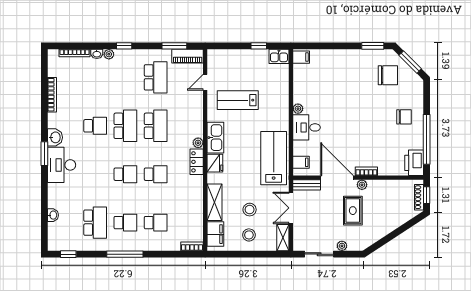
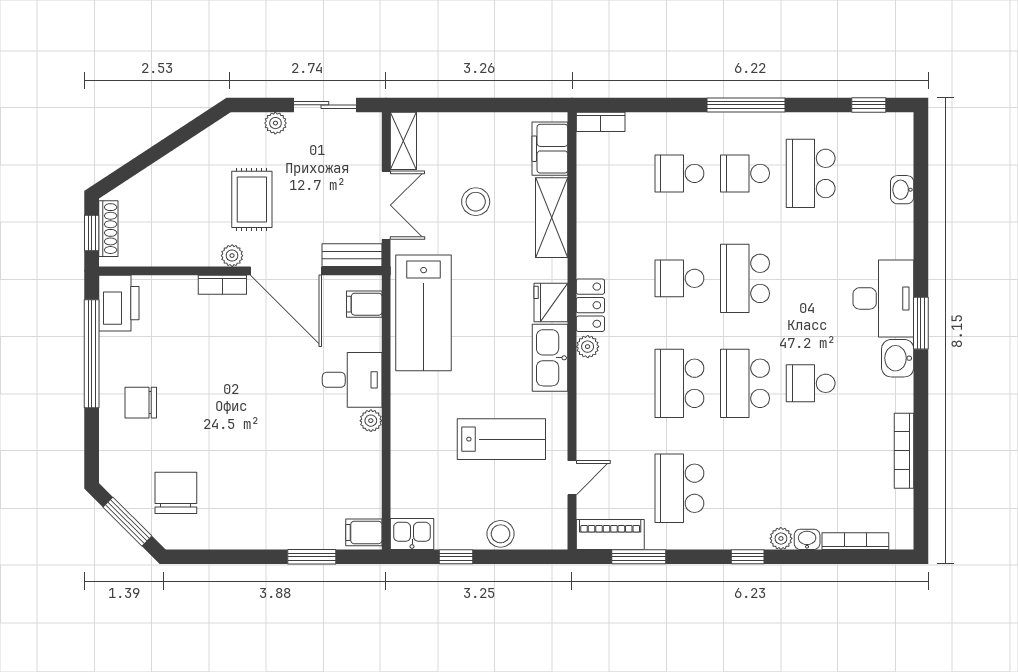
window: (373, 46) -> (312, 557), moved
chair: (388, 75) -> (176, 493), turned 90
school desk: (125, 174) -> (745, 278), width x1.85
stool: (249, 235) -> (500, 534), moved

